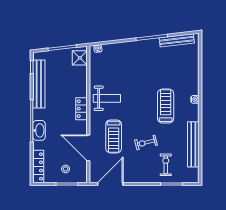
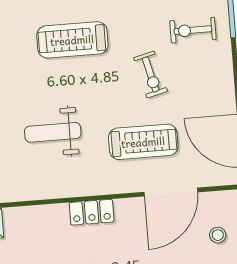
weight bench: (107, 98) -> (53, 132), moved, turned -90

